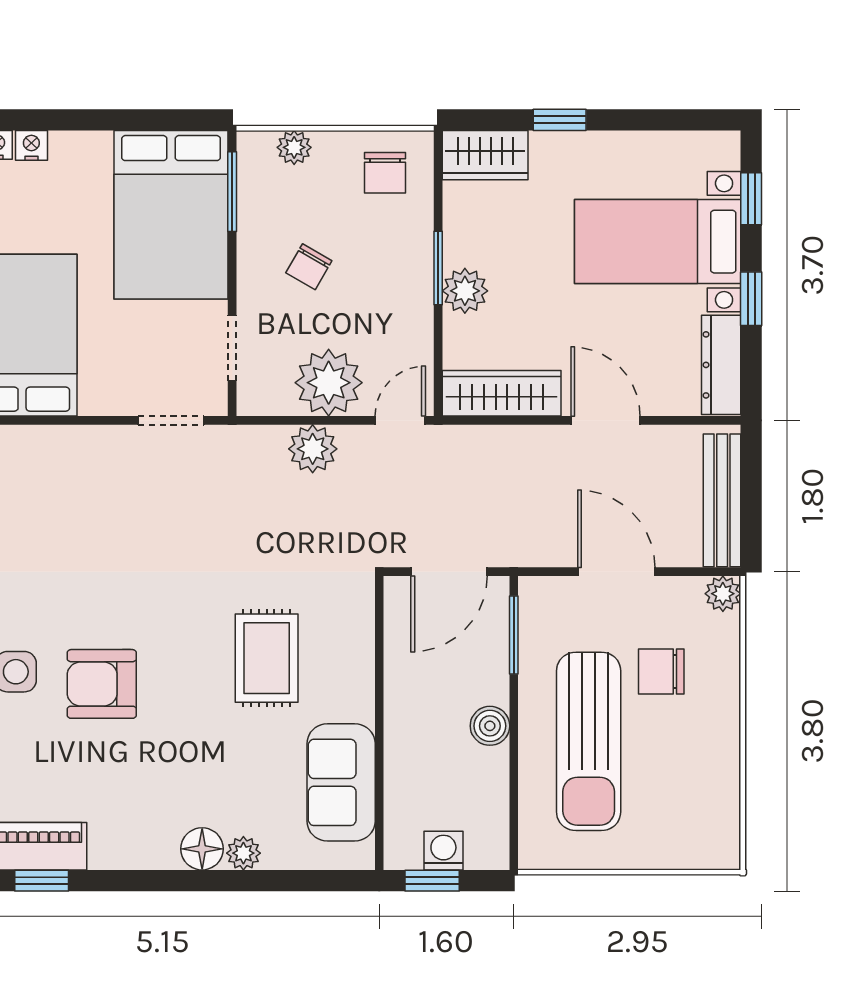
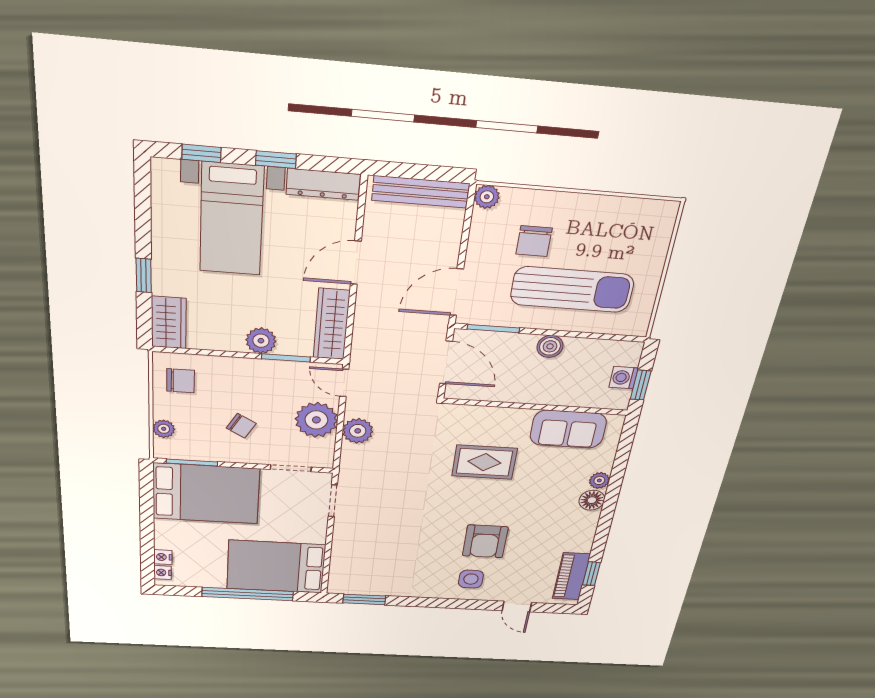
window: (438, 268) -> (286, 358), moved
door: (616, 572) -> (457, 292), moved

